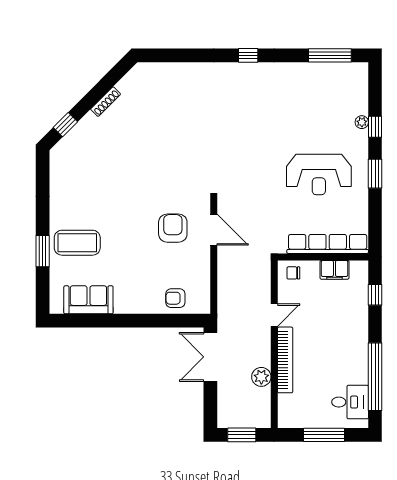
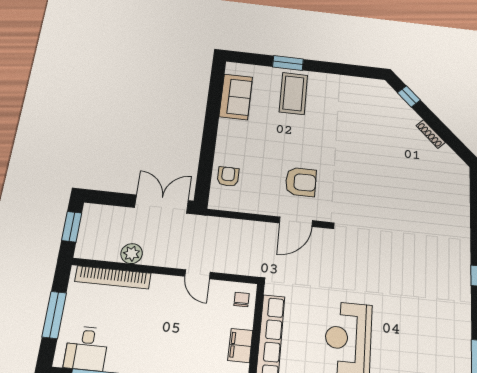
bookcase: (285, 360) -> (113, 277), moved

